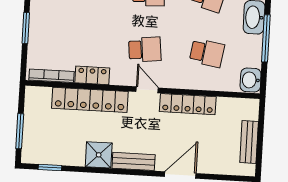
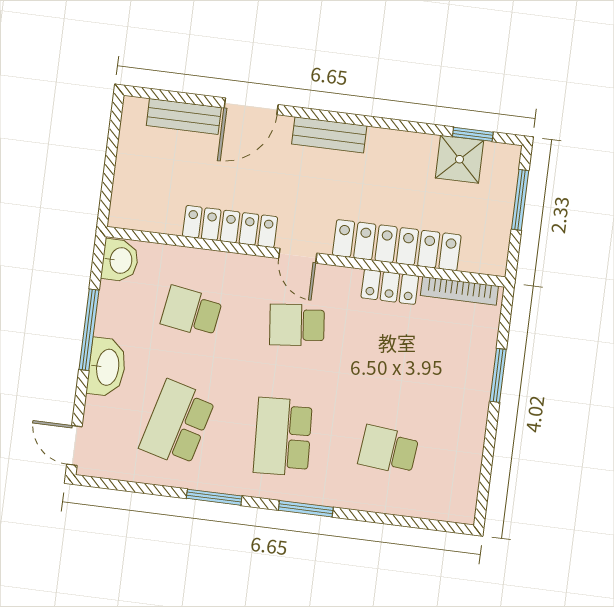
bench: (249, 142) -> (184, 116), moved, turned 90
shower: (99, 155) -> (459, 159), moved

